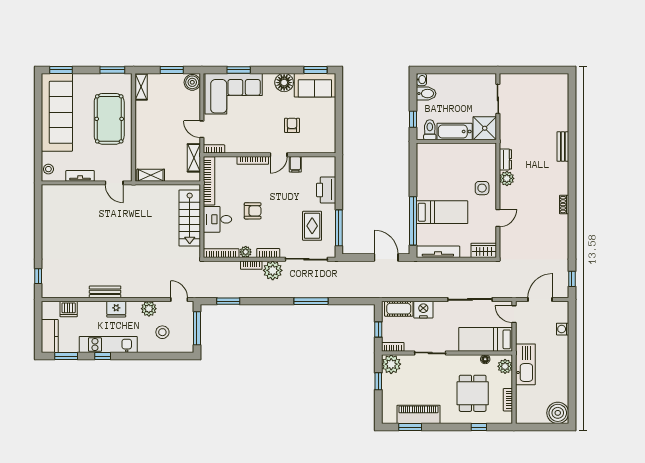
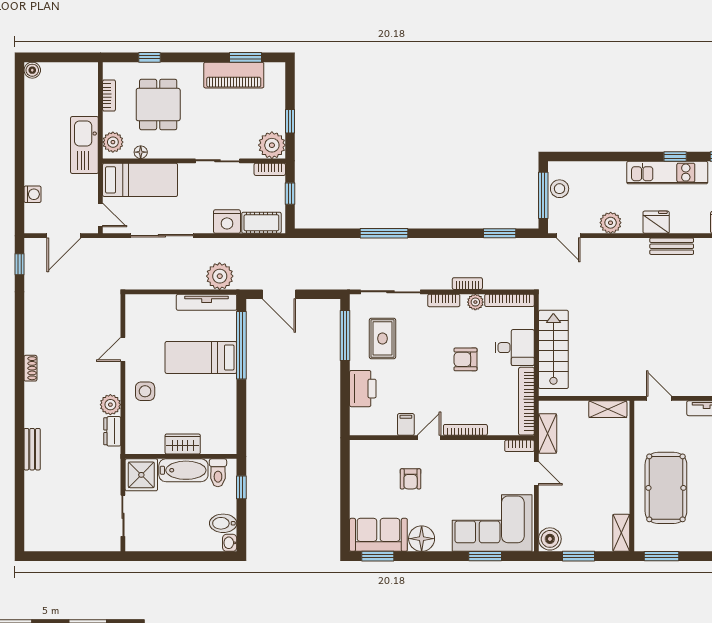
wardrobe: (484, 250) -> (183, 444), moved, turned 180
plant: (273, 270) -> (220, 276), moved
stool: (162, 332) -> (560, 189), moved
boiler: (558, 413) -> (32, 70), width x0.54, depth x0.54

